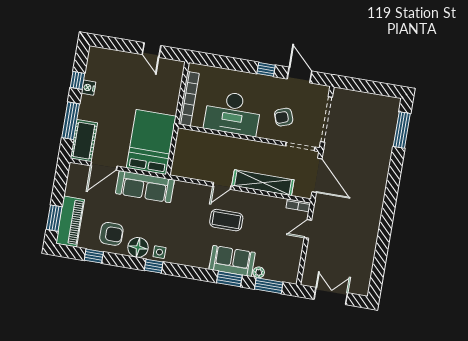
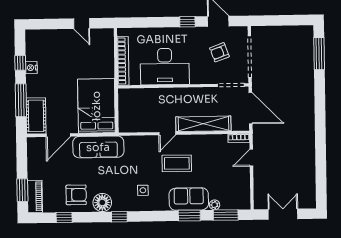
armchair: (284, 117) -> (219, 52), moved
piano: (70, 221) -> (35, 196), width x0.73, depth x0.75
side table: (159, 252) -> (143, 190), moved

